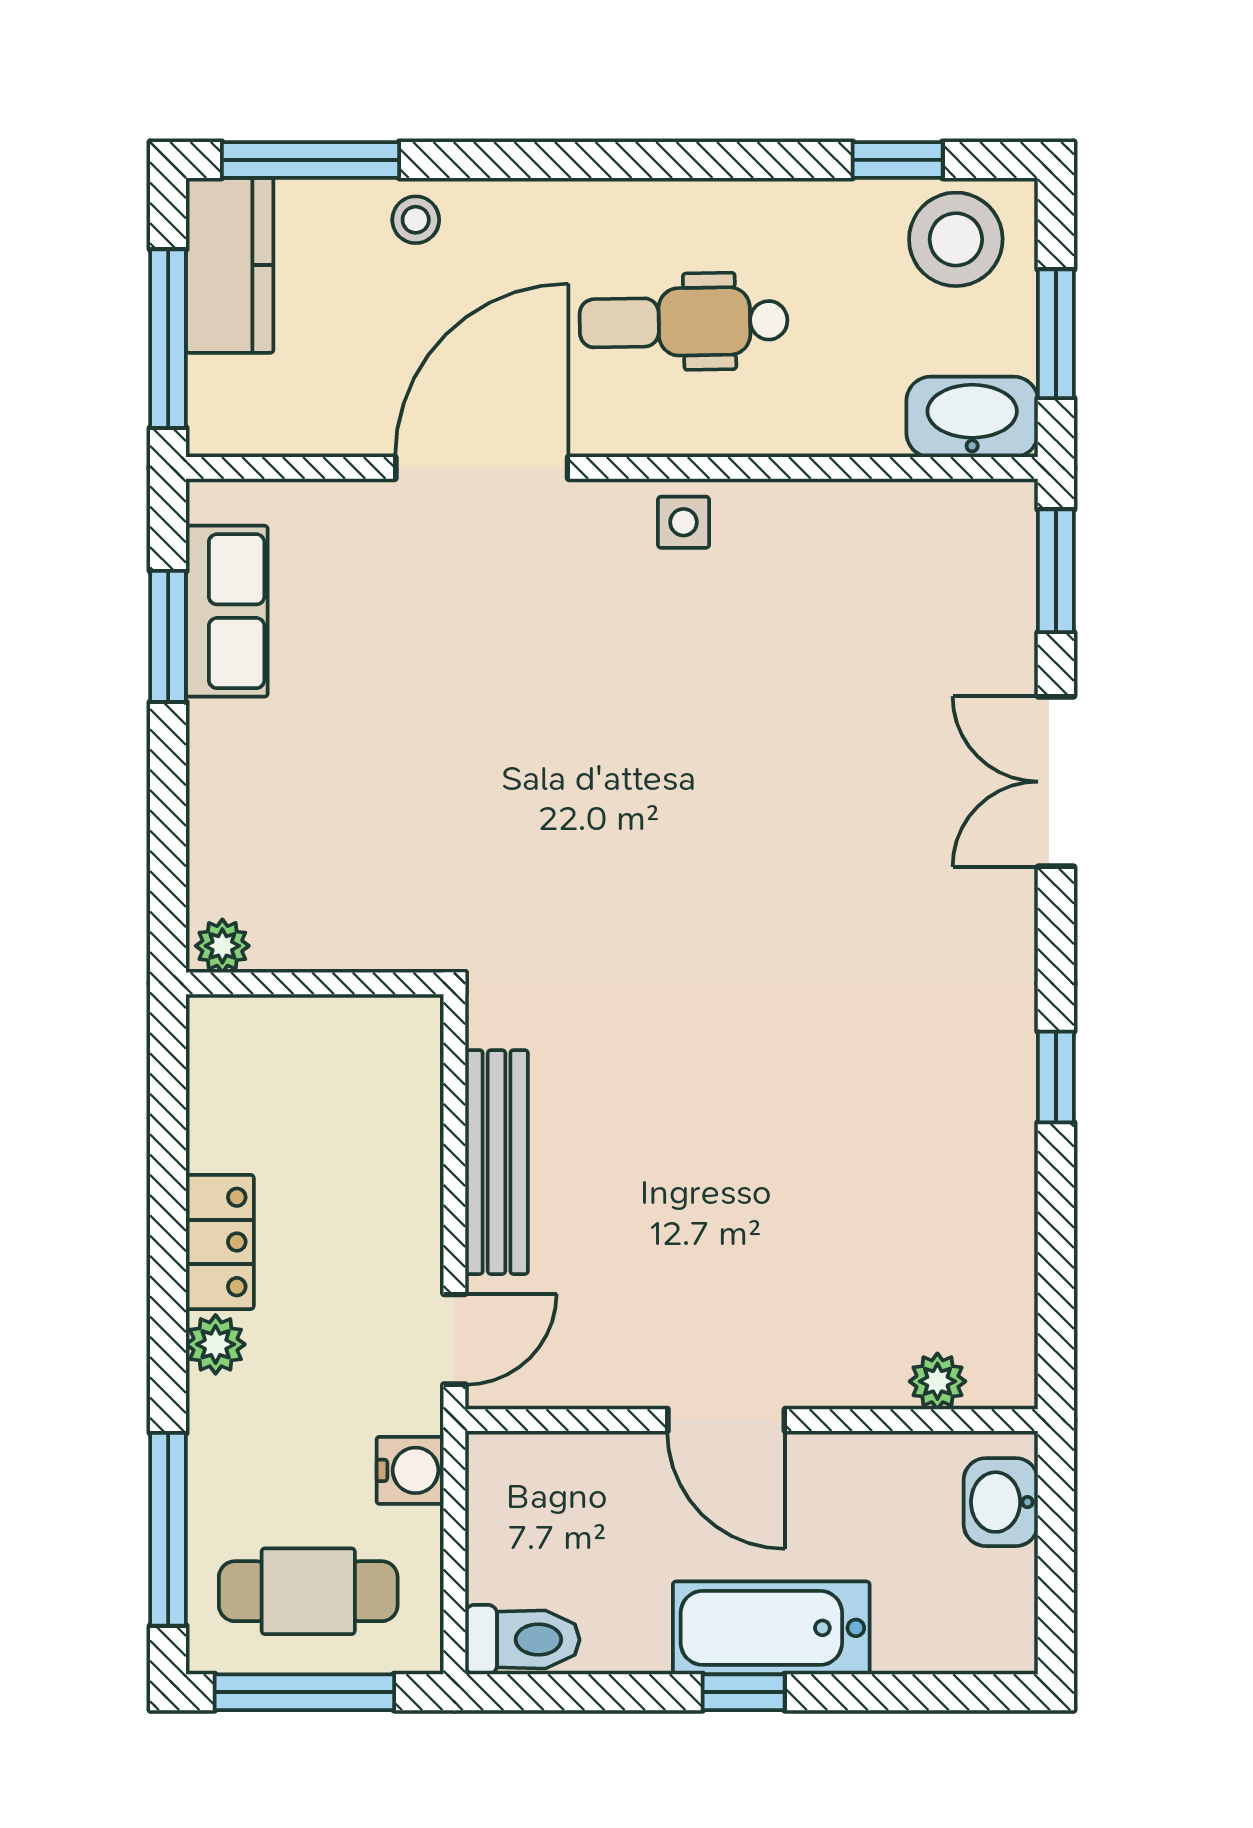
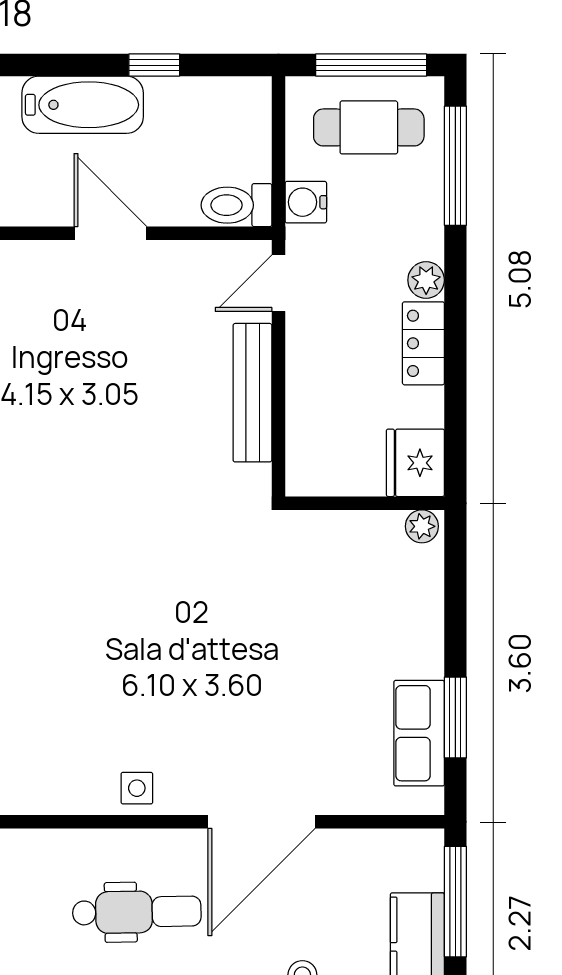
fridge: (233, 1049) -> (415, 463), added
toilet: (522, 1640) -> (236, 205), moved
window: (744, 1692) -> (154, 65), moved

